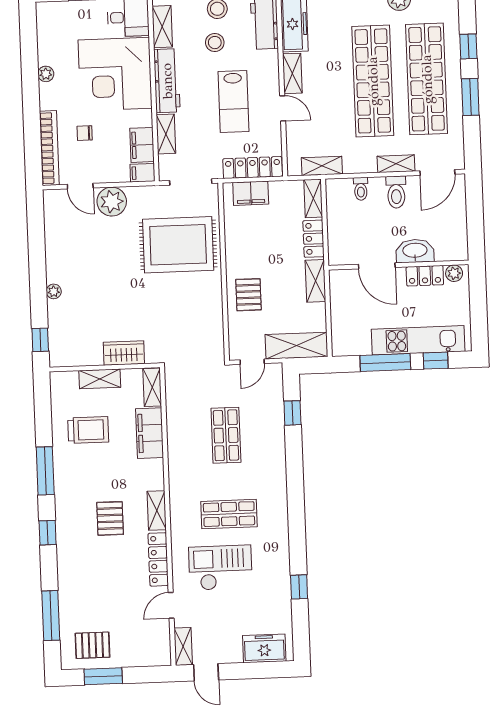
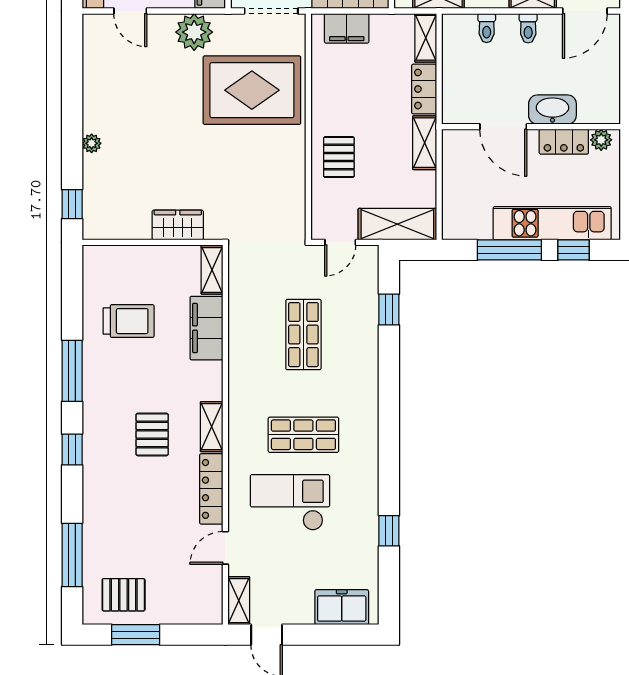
toilet: (396, 192) -> (528, 28), width x0.73, depth x0.72
plant: (112, 202) -> (194, 32), moved
shelving: (100, 379) -> (146, 257), removed

